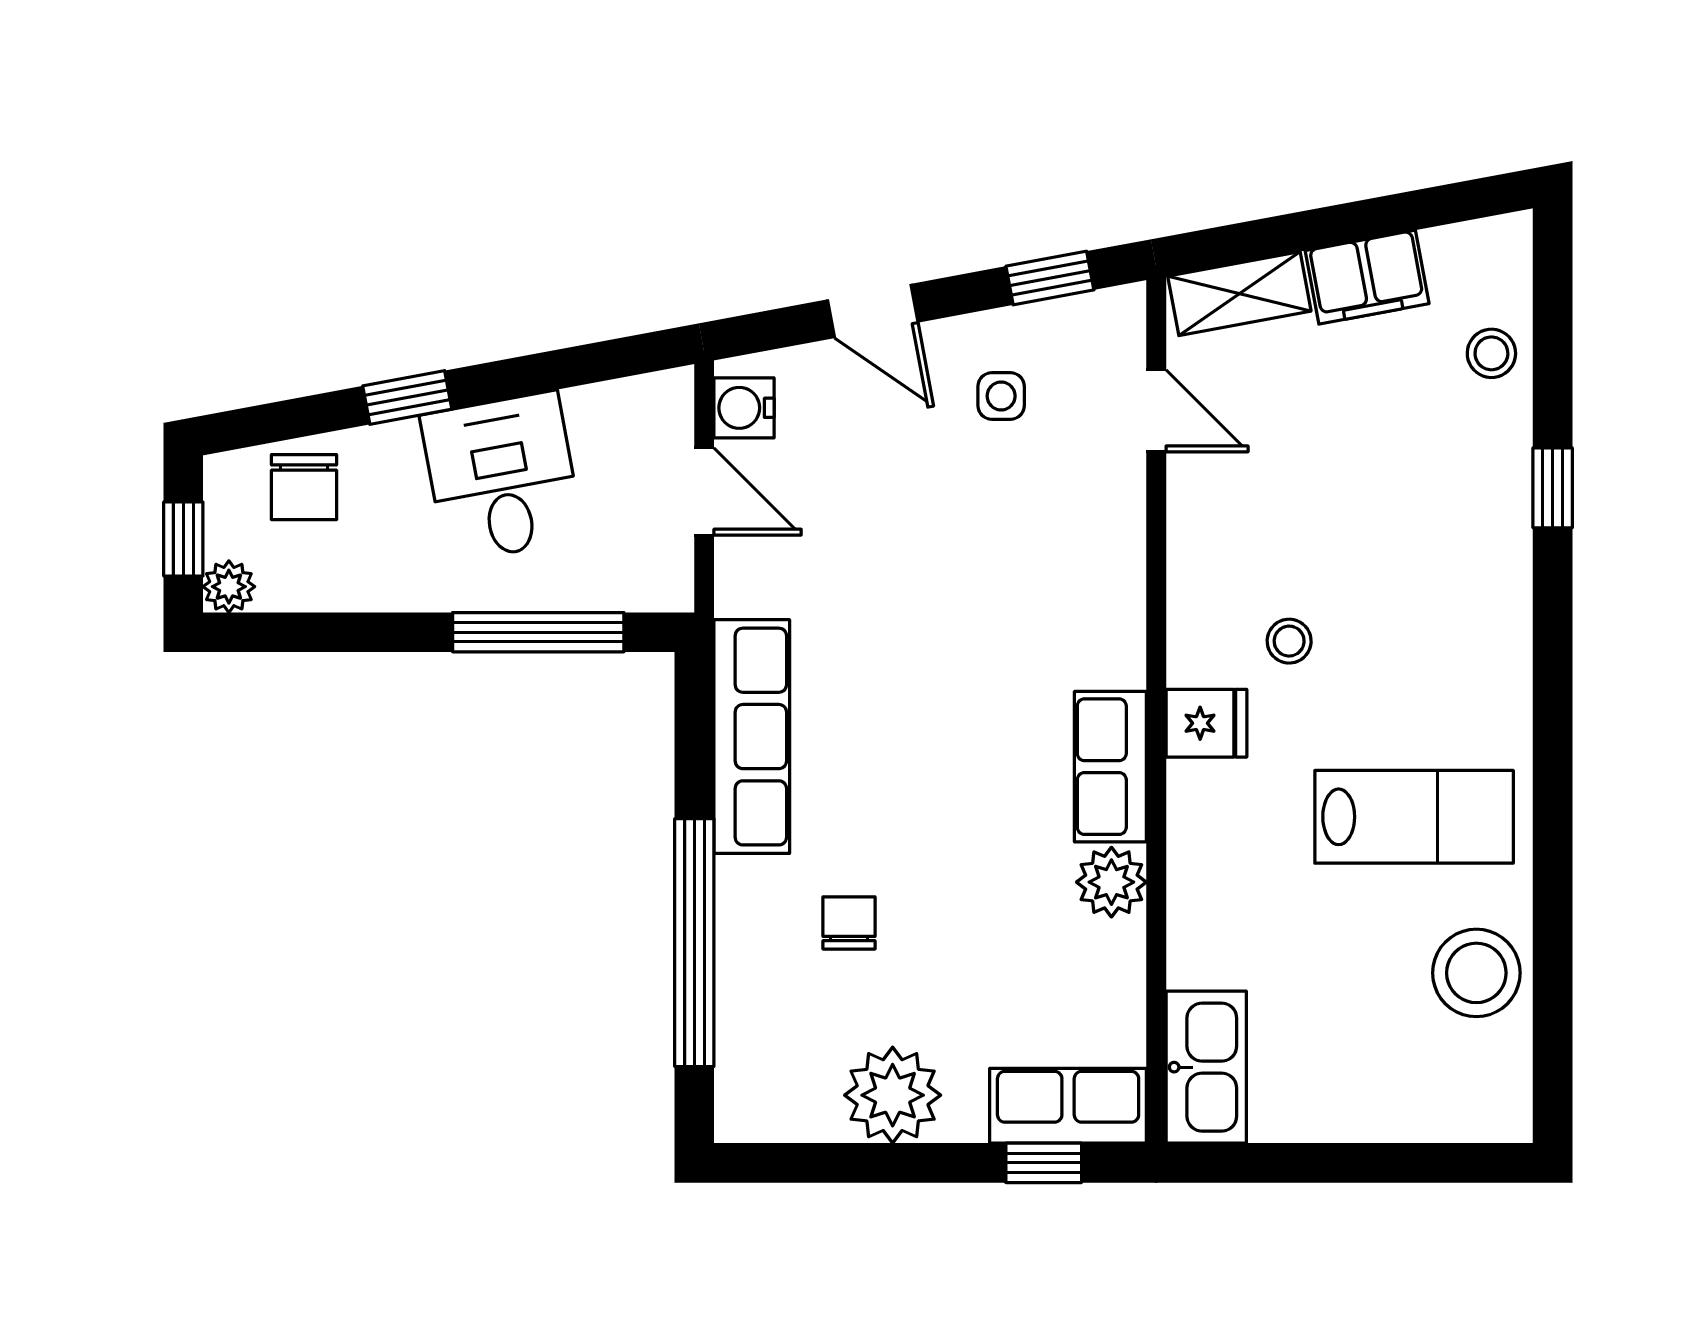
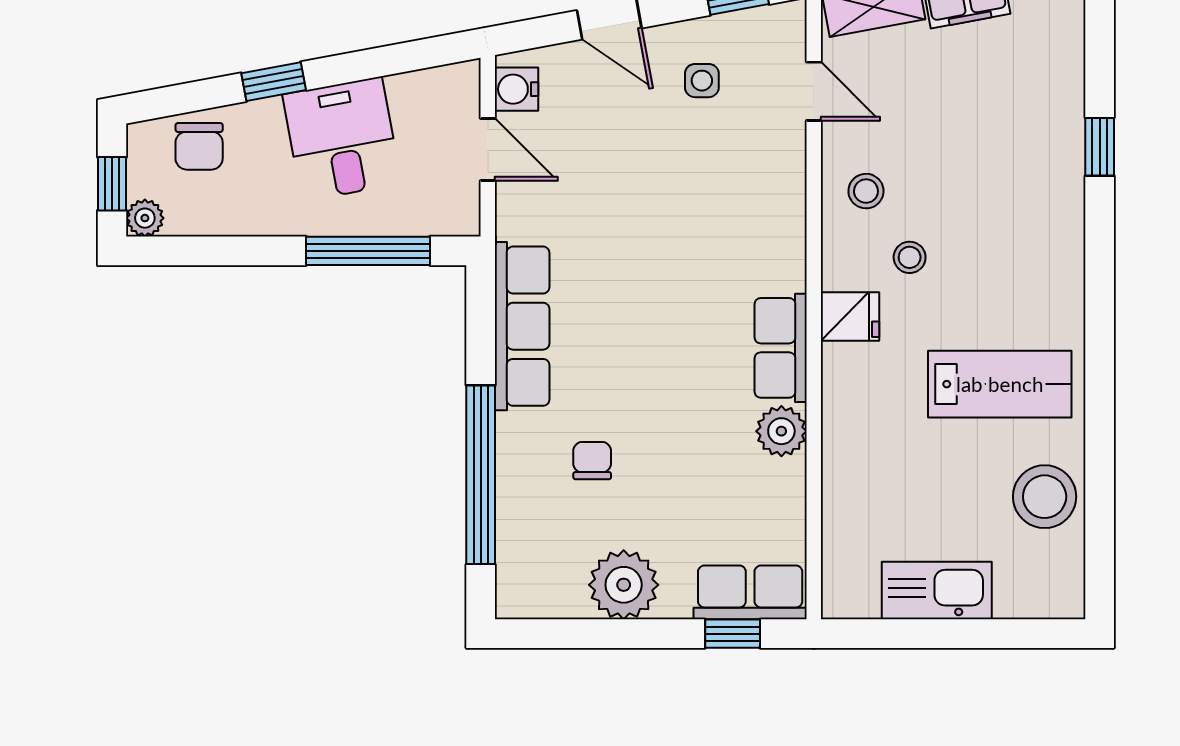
stool: (1491, 353) -> (866, 191), moved
kitchen sink: (1206, 1067) -> (937, 591), moved, turned -90

